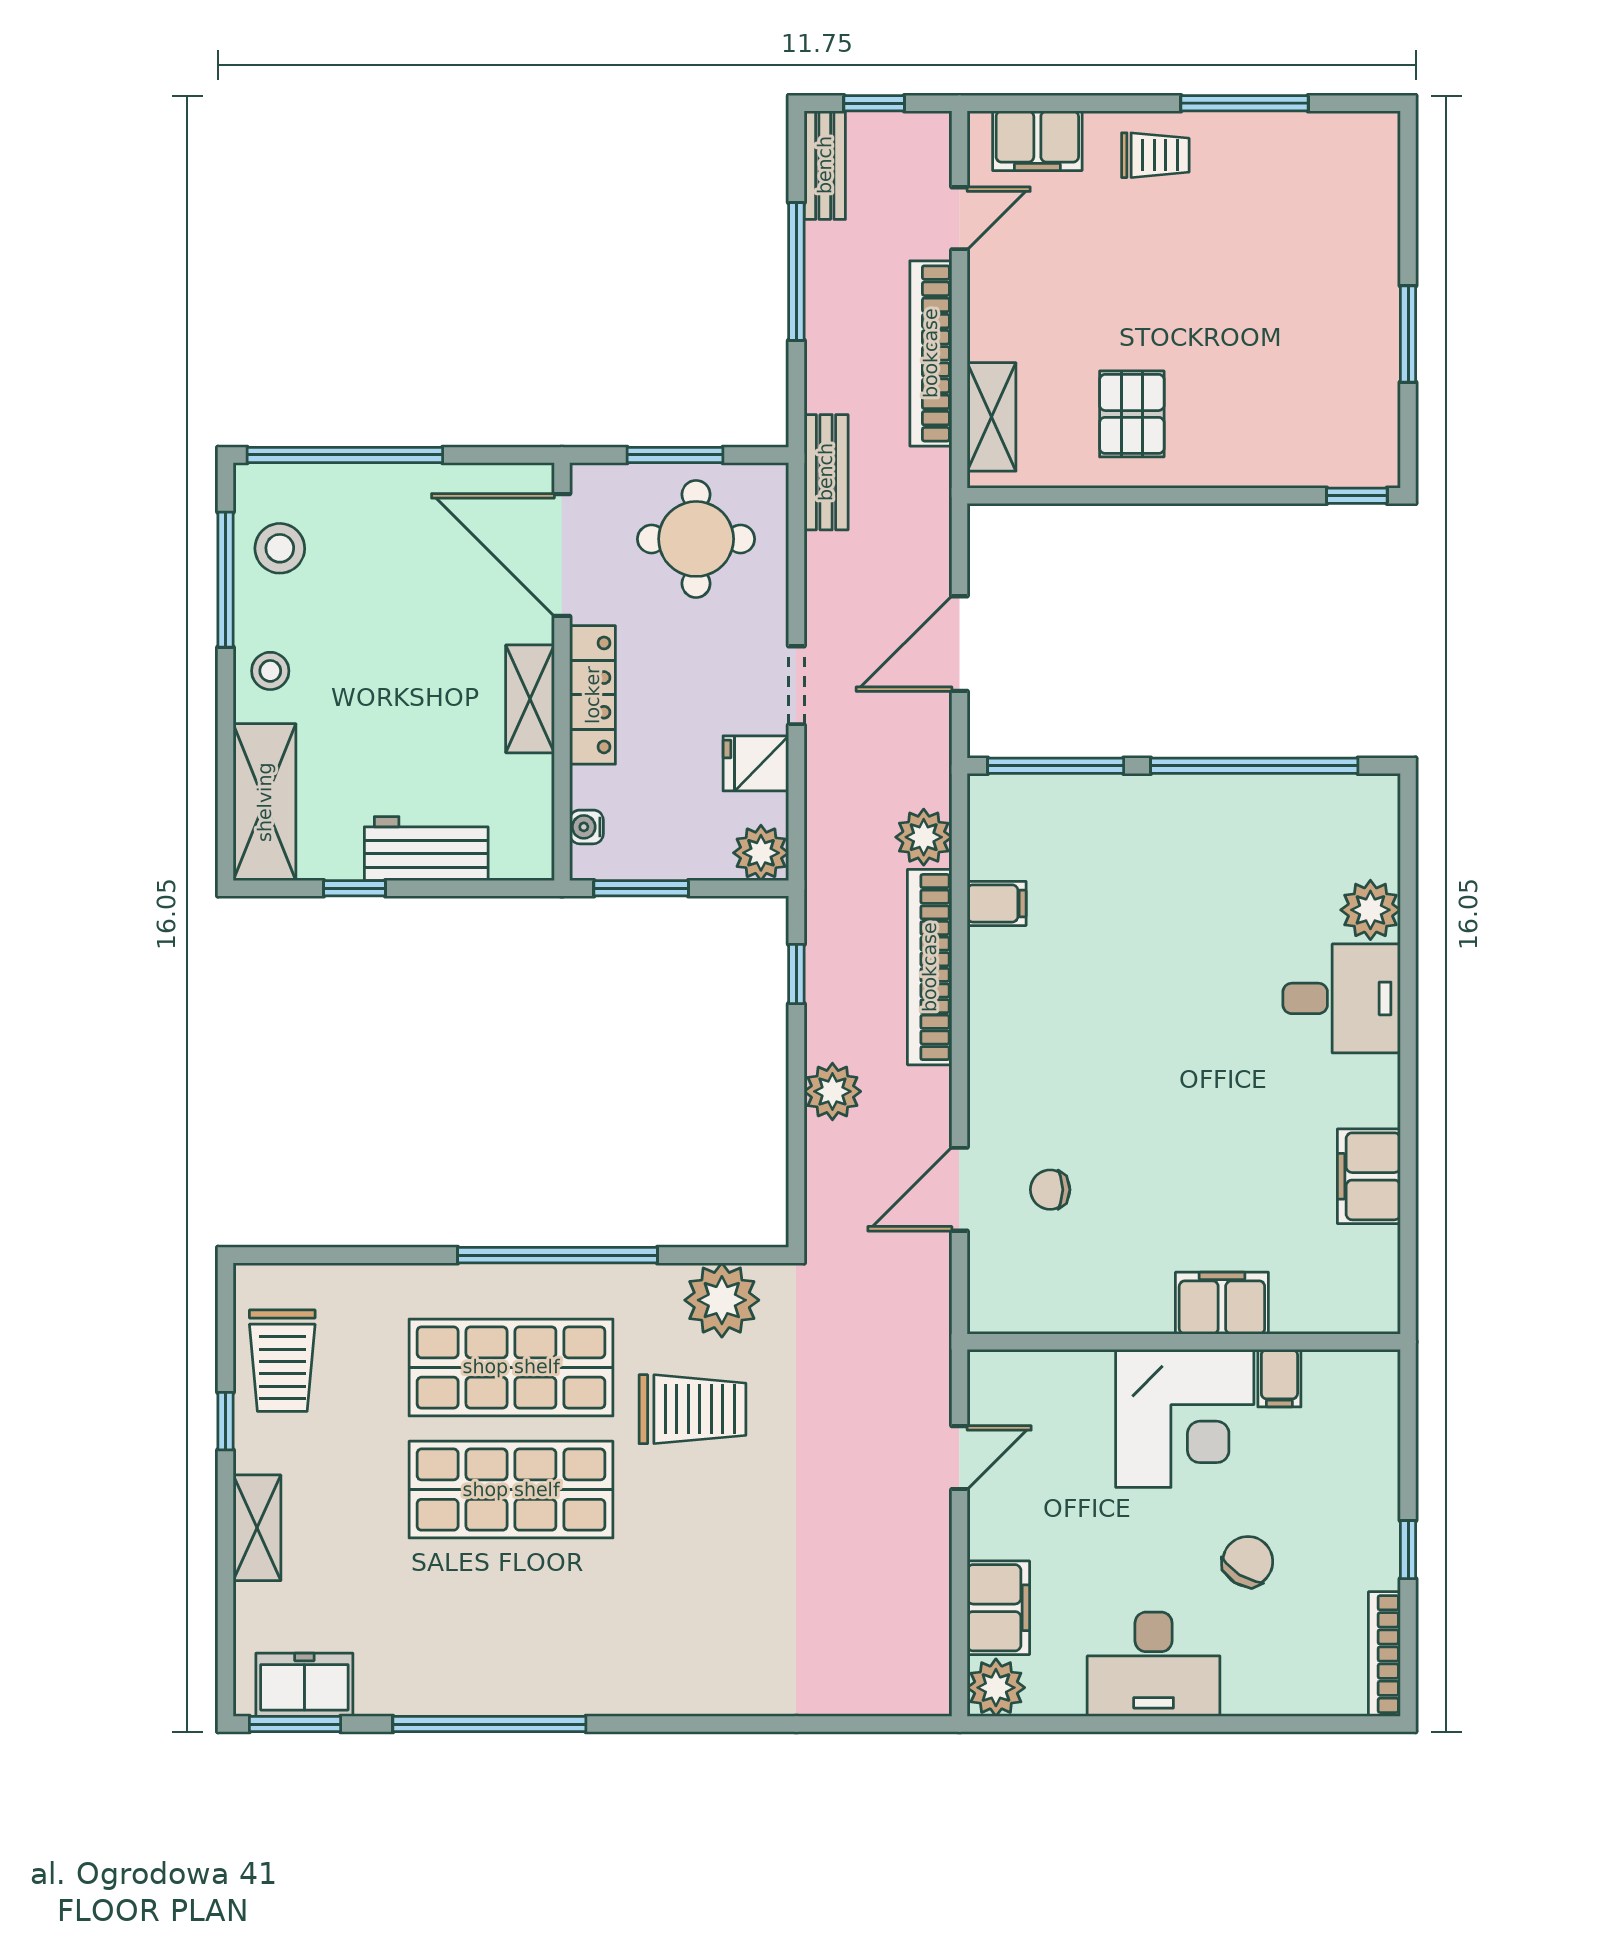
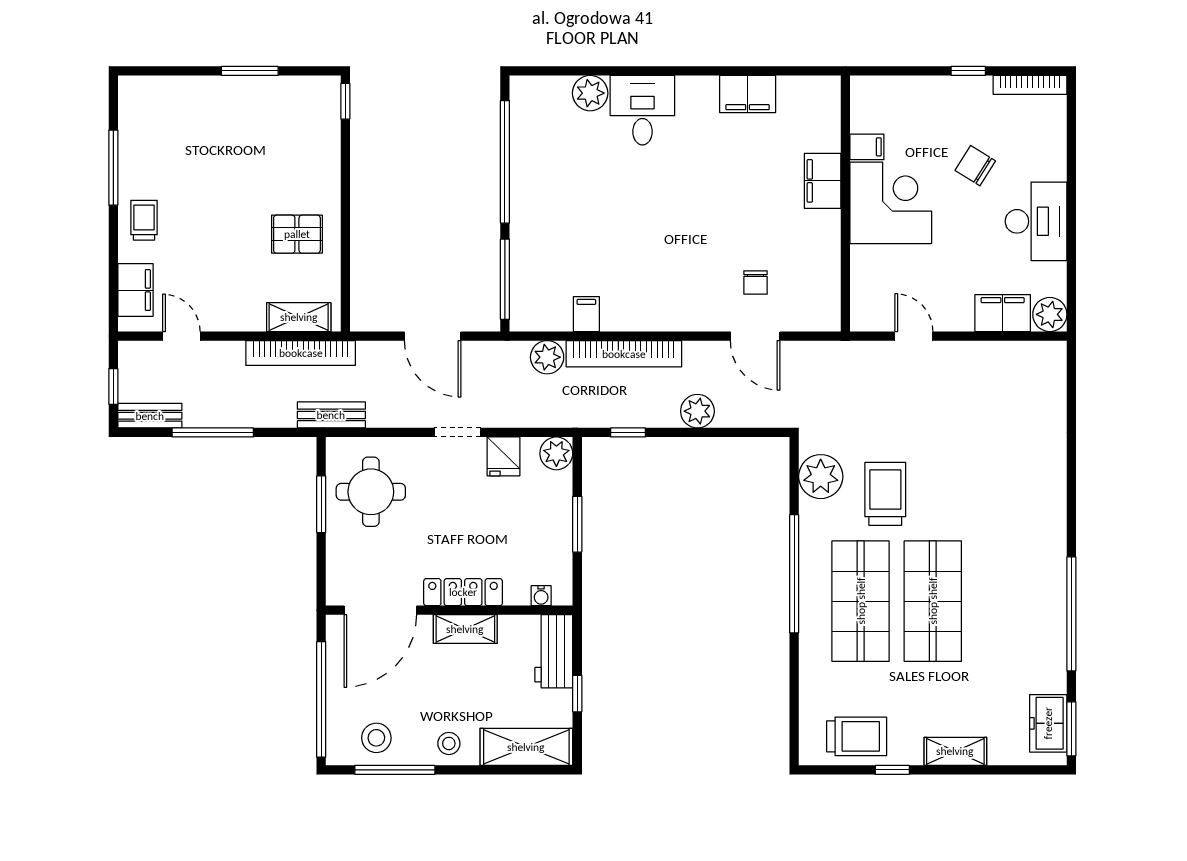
bookcase: (931, 353) -> (301, 353), moved
door: (562, 555) -> (380, 610), moved
wall: (562, 672) -> (449, 610), moved
locker: (593, 695) -> (463, 592), moved
shelving: (530, 699) -> (465, 629), moved
water cooler: (586, 827) -> (541, 596), moved

